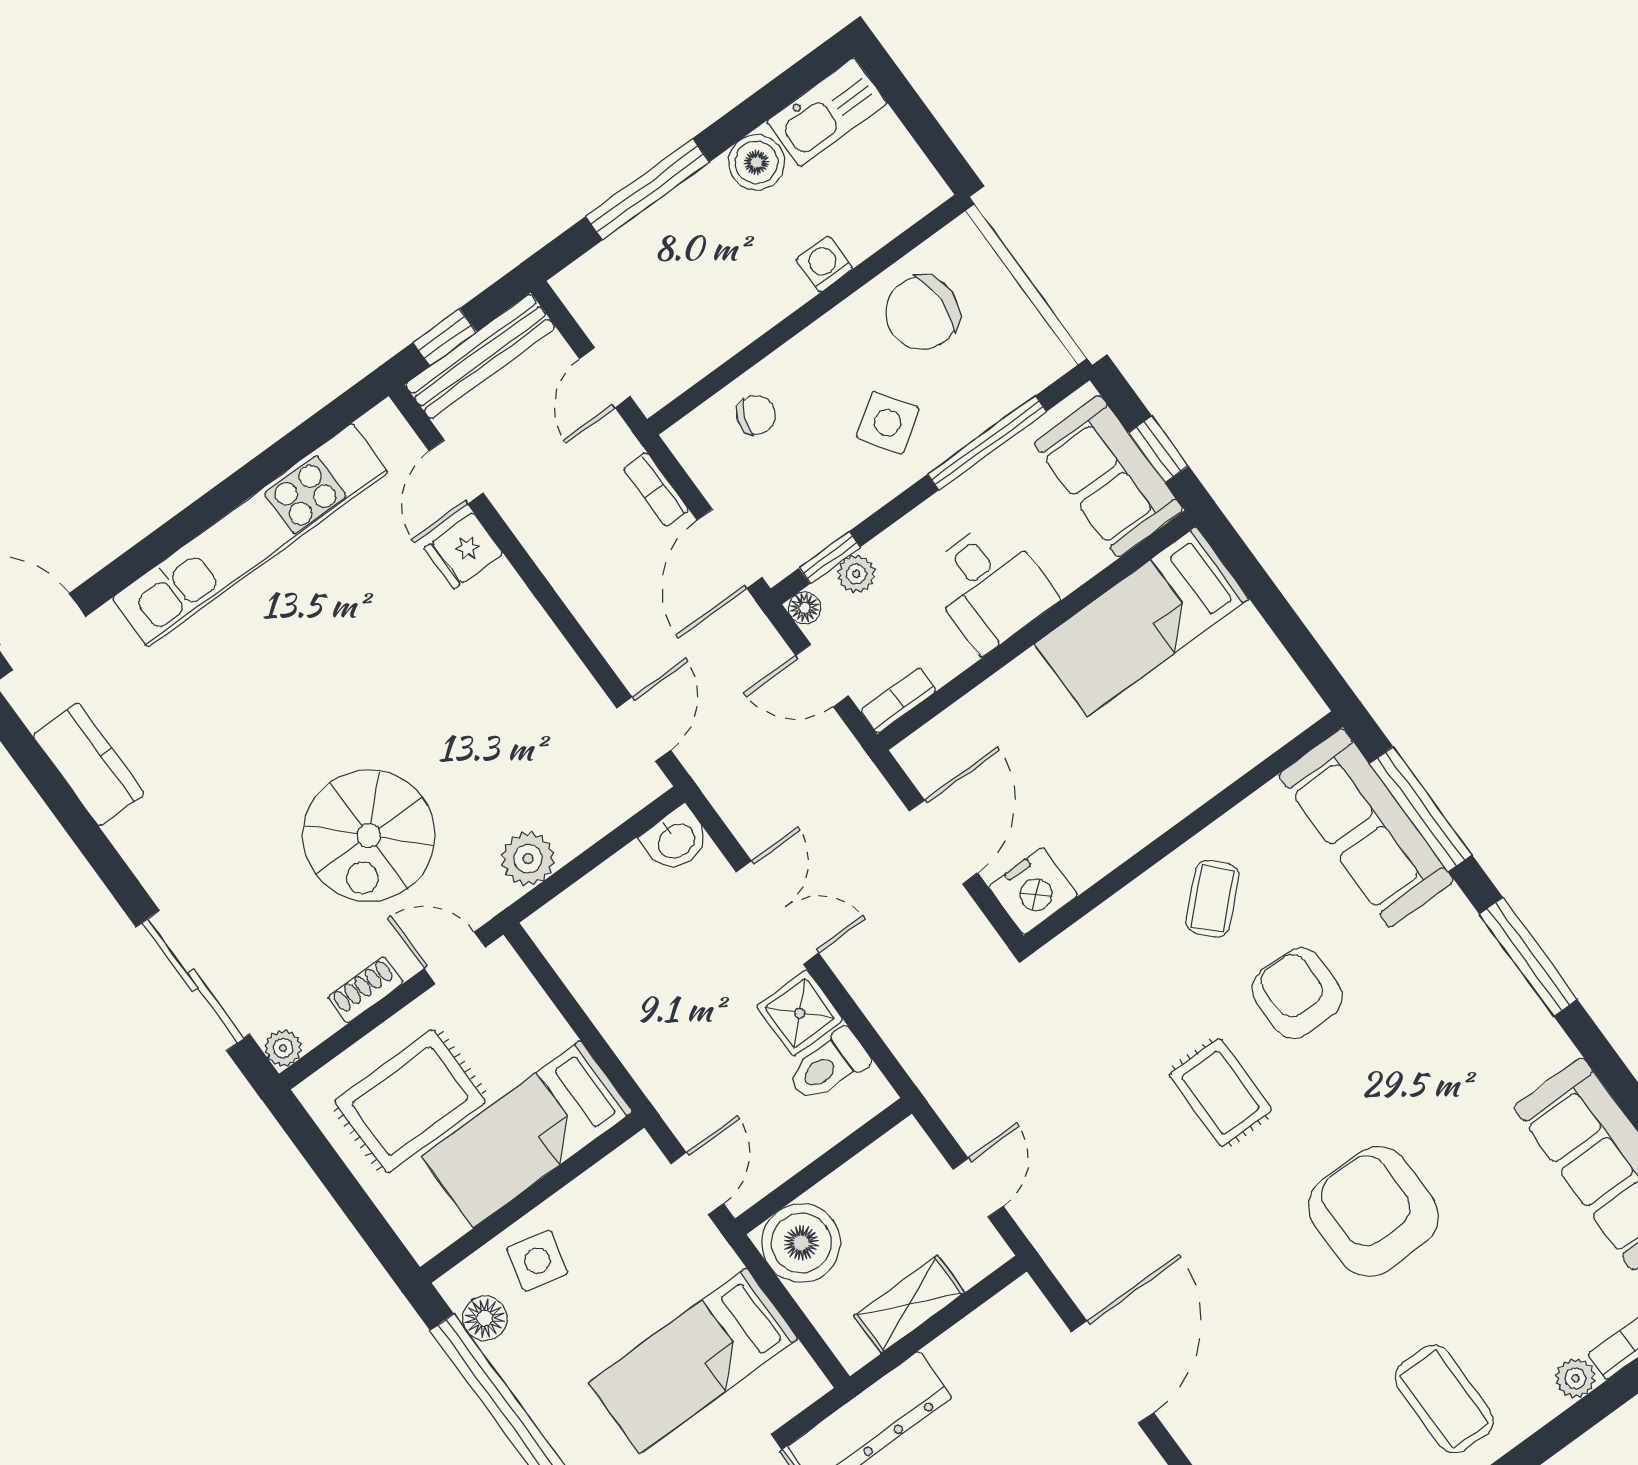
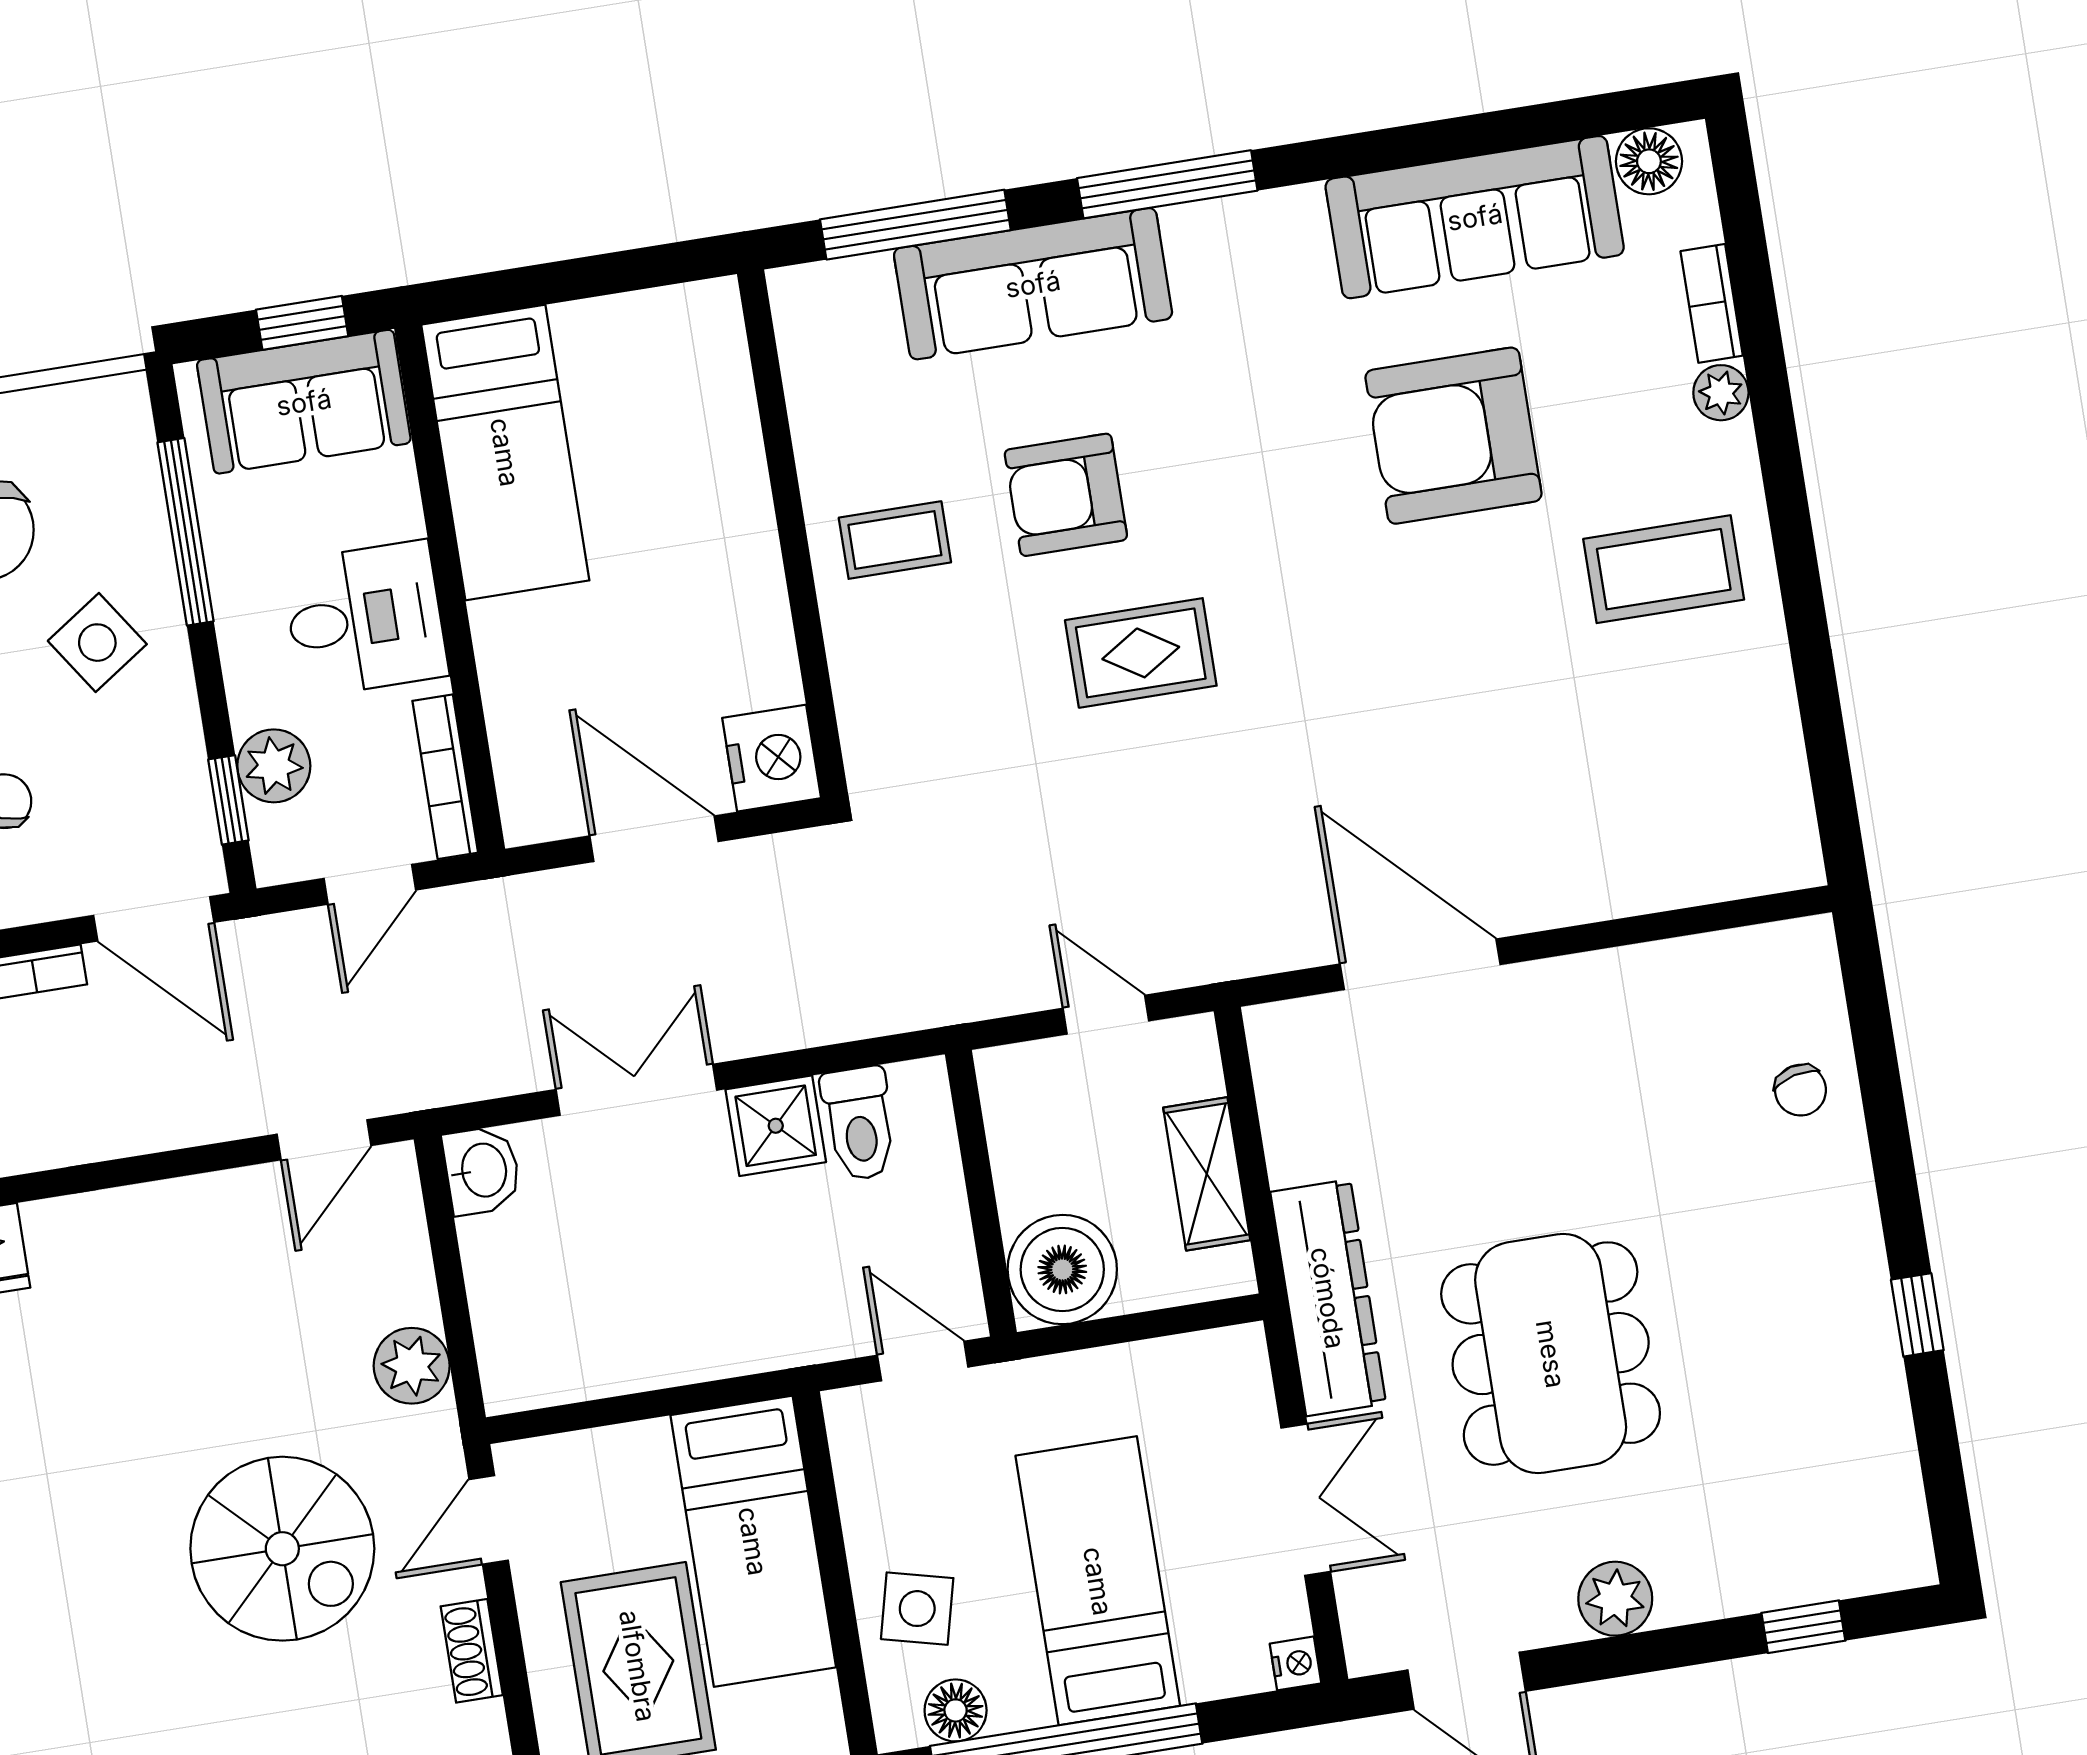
plant: (856, 574) -> (274, 766), width x1.38, depth x1.38
floor lamp: (805, 608) -> (275, 863), removed
bookcase: (898, 701) -> (445, 777), width x1.56
door: (644, 729) -> (324, 1140), swing flipped
sofa: (1366, 828) -> (1033, 284), moved
coffee table: (1213, 899) -> (895, 540), turned -47
armchair: (1374, 1212) -> (1453, 436), moved
bed: (693, 1361) -> (1098, 1581), moved, turned 180

